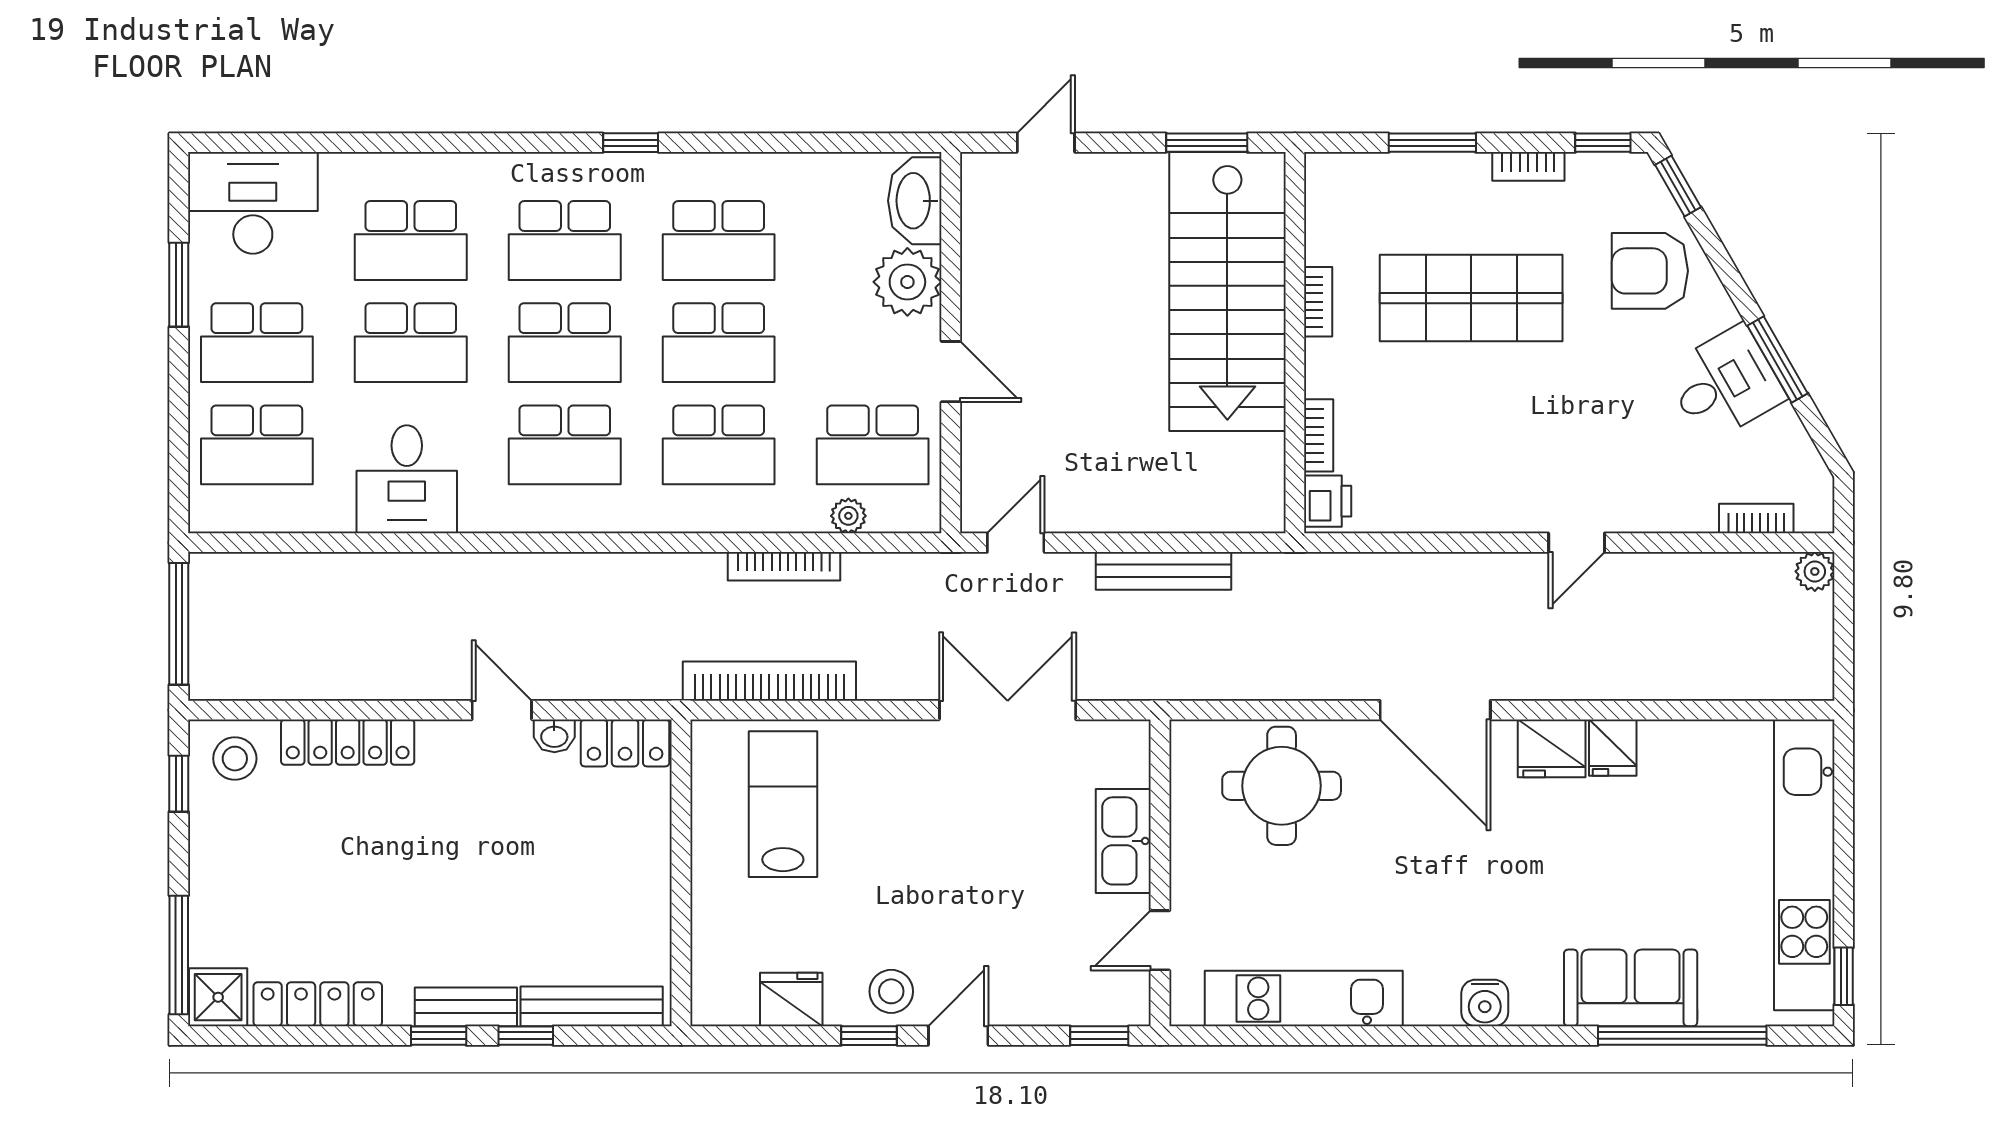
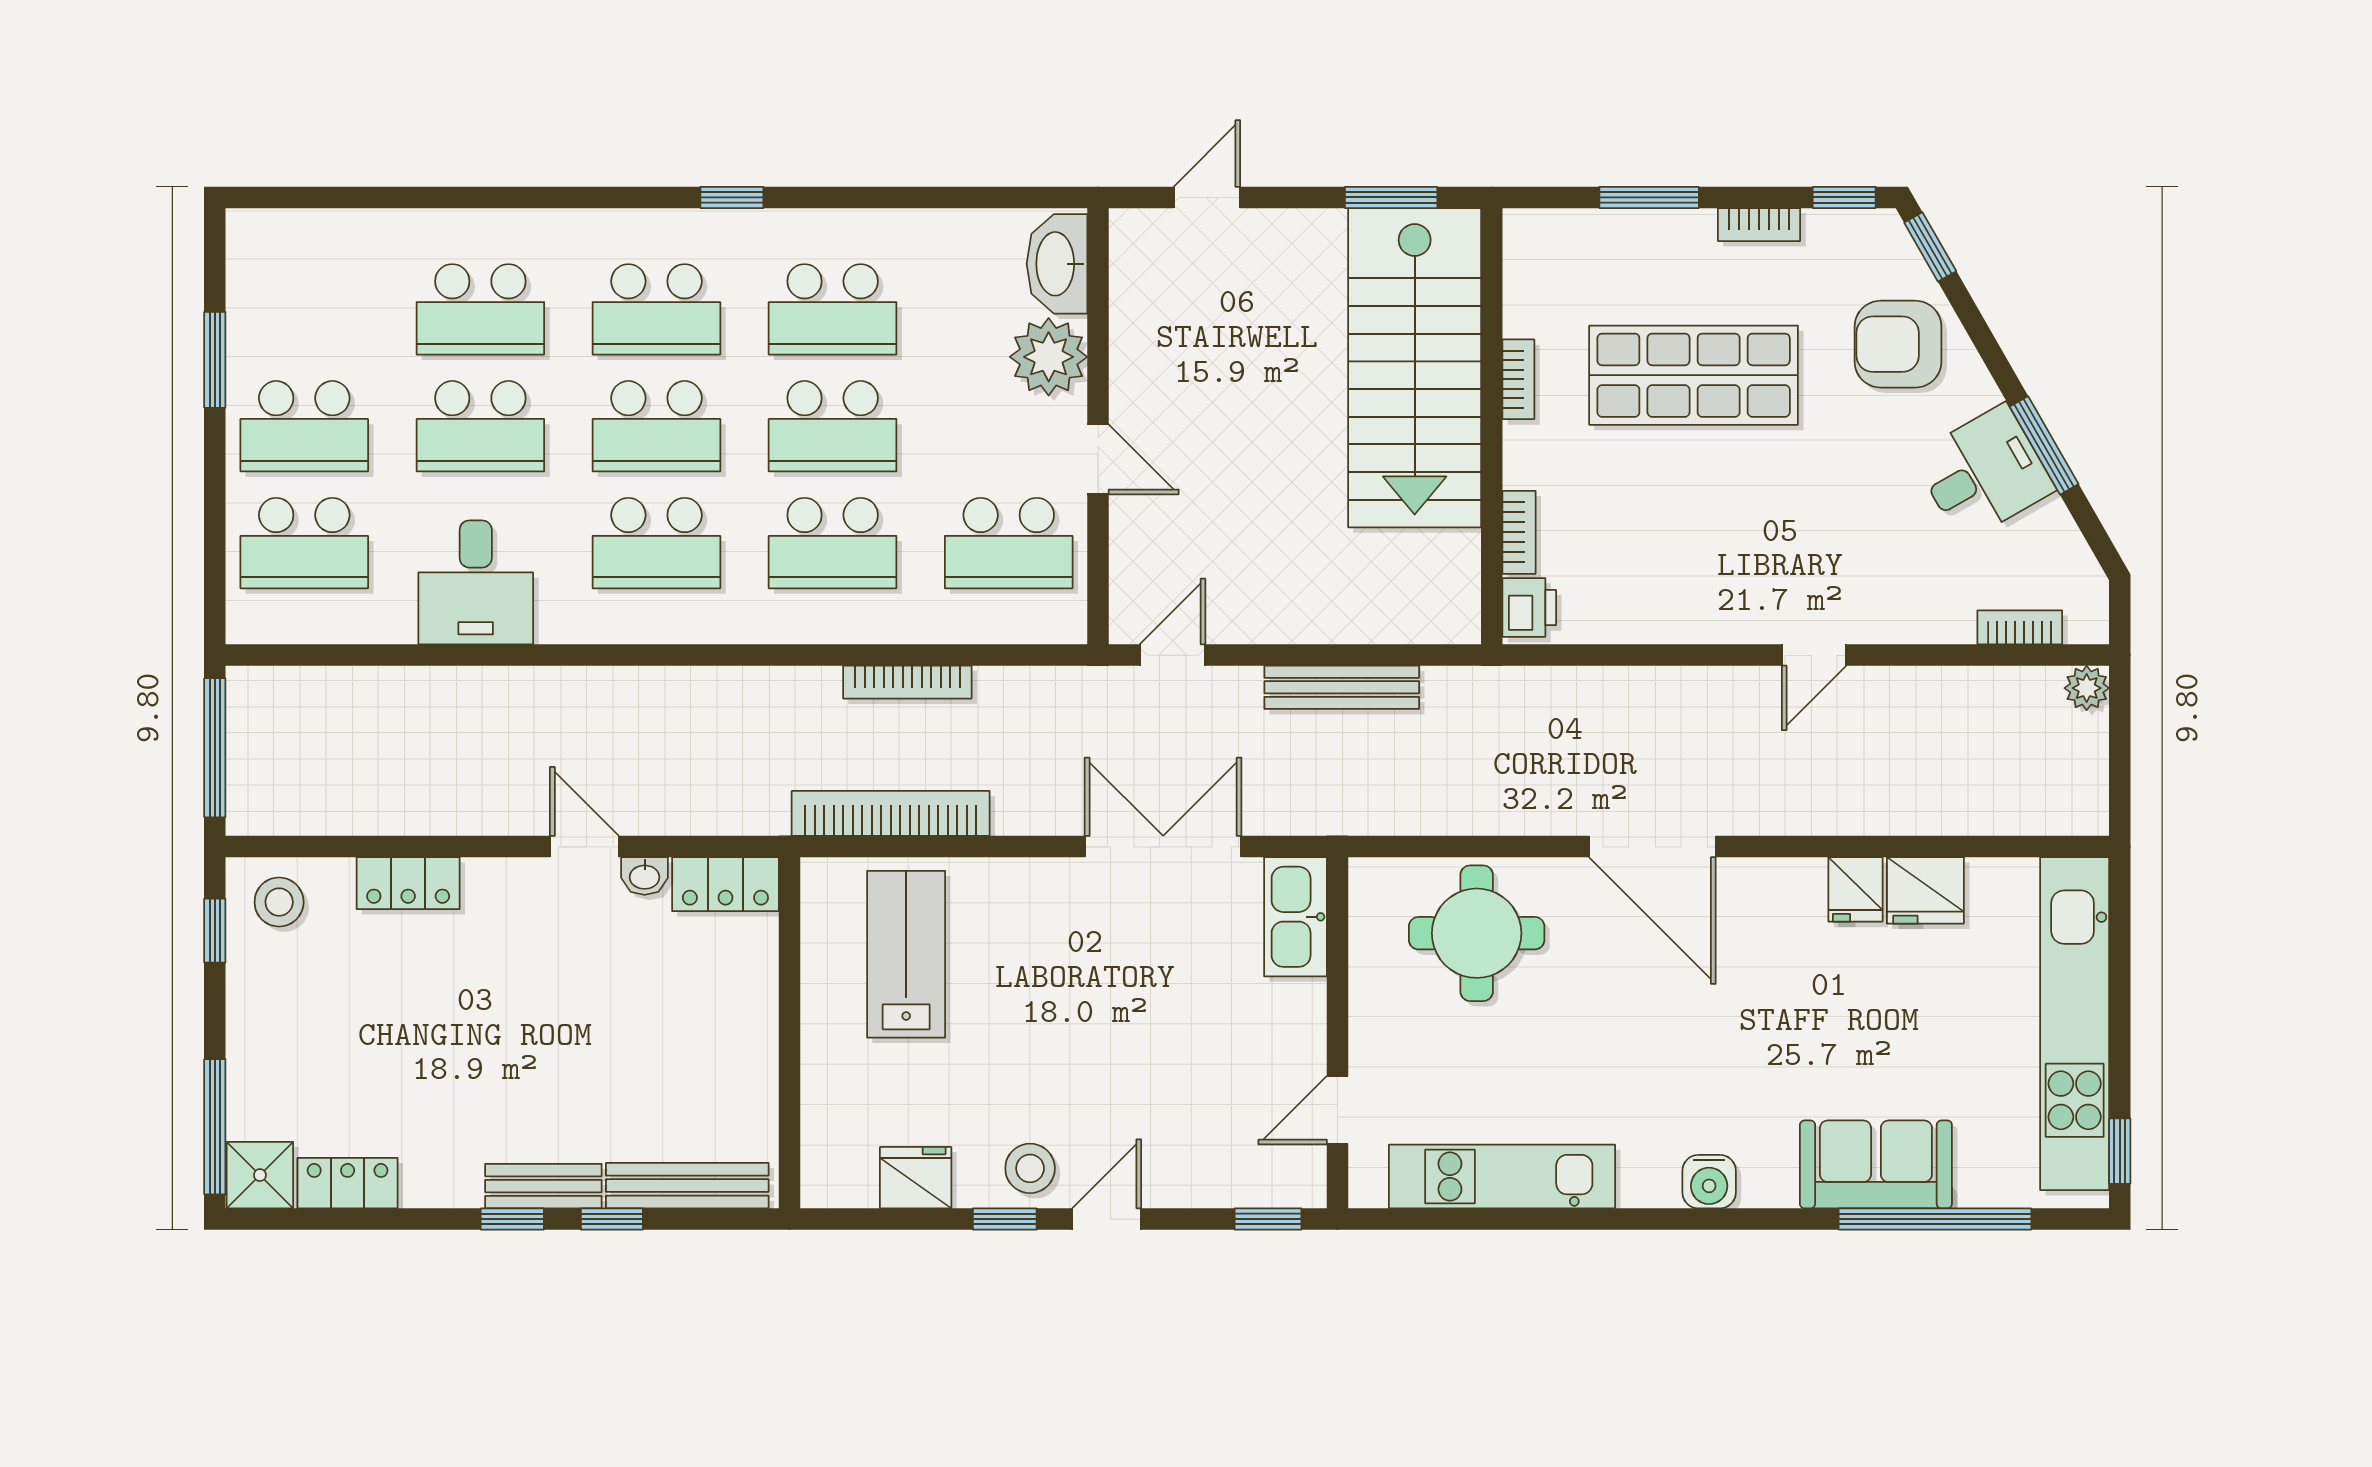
desk: (253, 203) -> (300, 266), removed
plant: (848, 516) -> (981, 624), removed
locker: (348, 742) -> (408, 883), width x0.66
fridge: (1552, 748) -> (1925, 890), moved
kitchen sink: (1123, 841) -> (1295, 917), moved
locker: (318, 1004) -> (348, 1183), width x0.66

